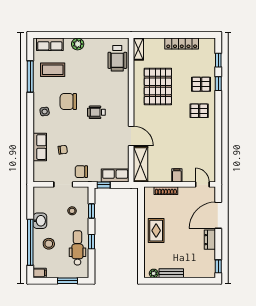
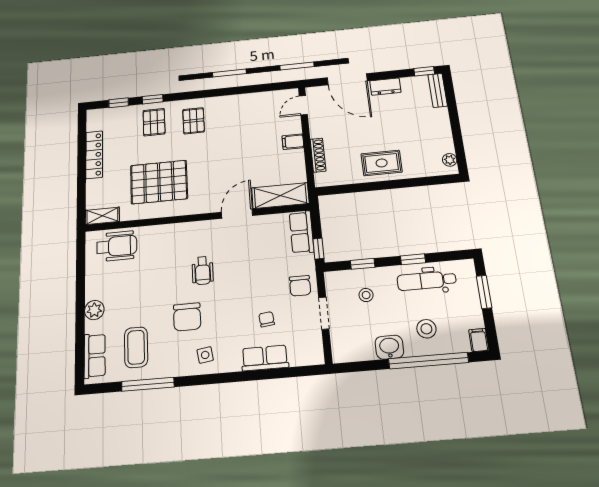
bench: (171, 273) -> (438, 90), moved

